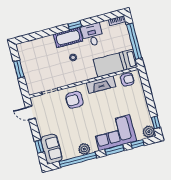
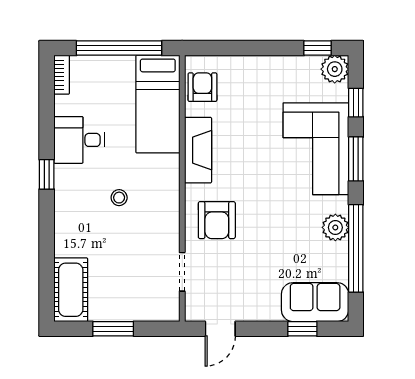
cot: (68, 38) -> (71, 290), moved

